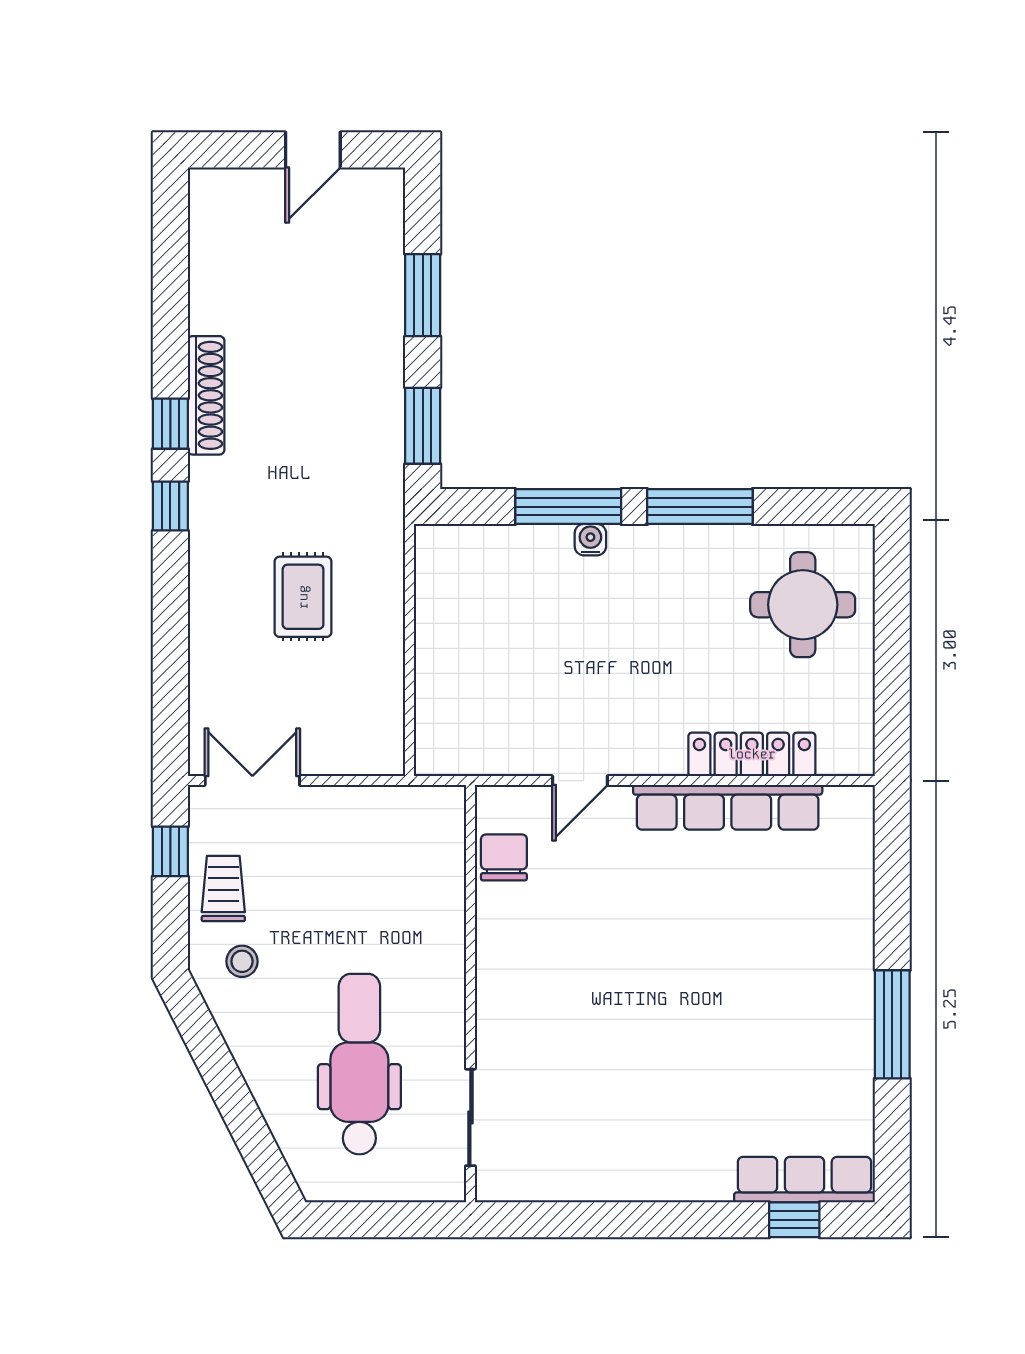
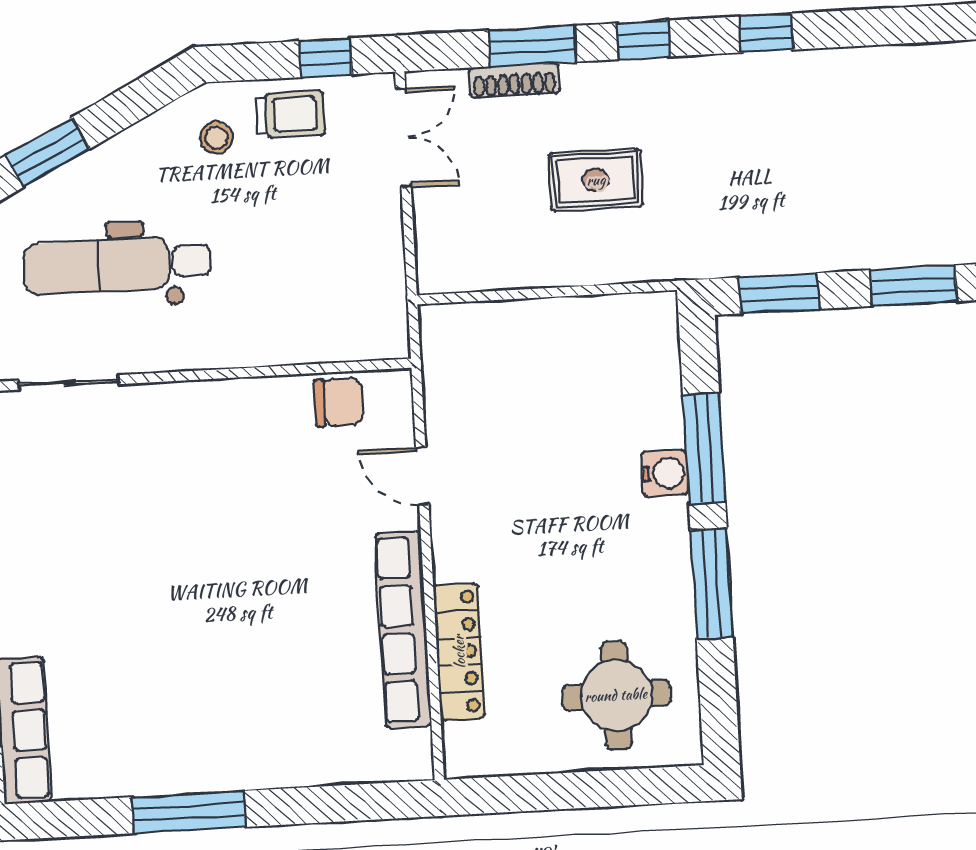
shoe rack: (206, 395) -> (514, 80), moved, width x0.74, depth x0.81
window: (170, 506) -> (643, 40), moved
water cooler: (590, 540) -> (665, 473), width x1.38, depth x1.38
window: (170, 651) -> (532, 46), added
dental chair: (359, 1064) -> (117, 265), turned 180
window: (247, 1125) -> (48, 152), added

